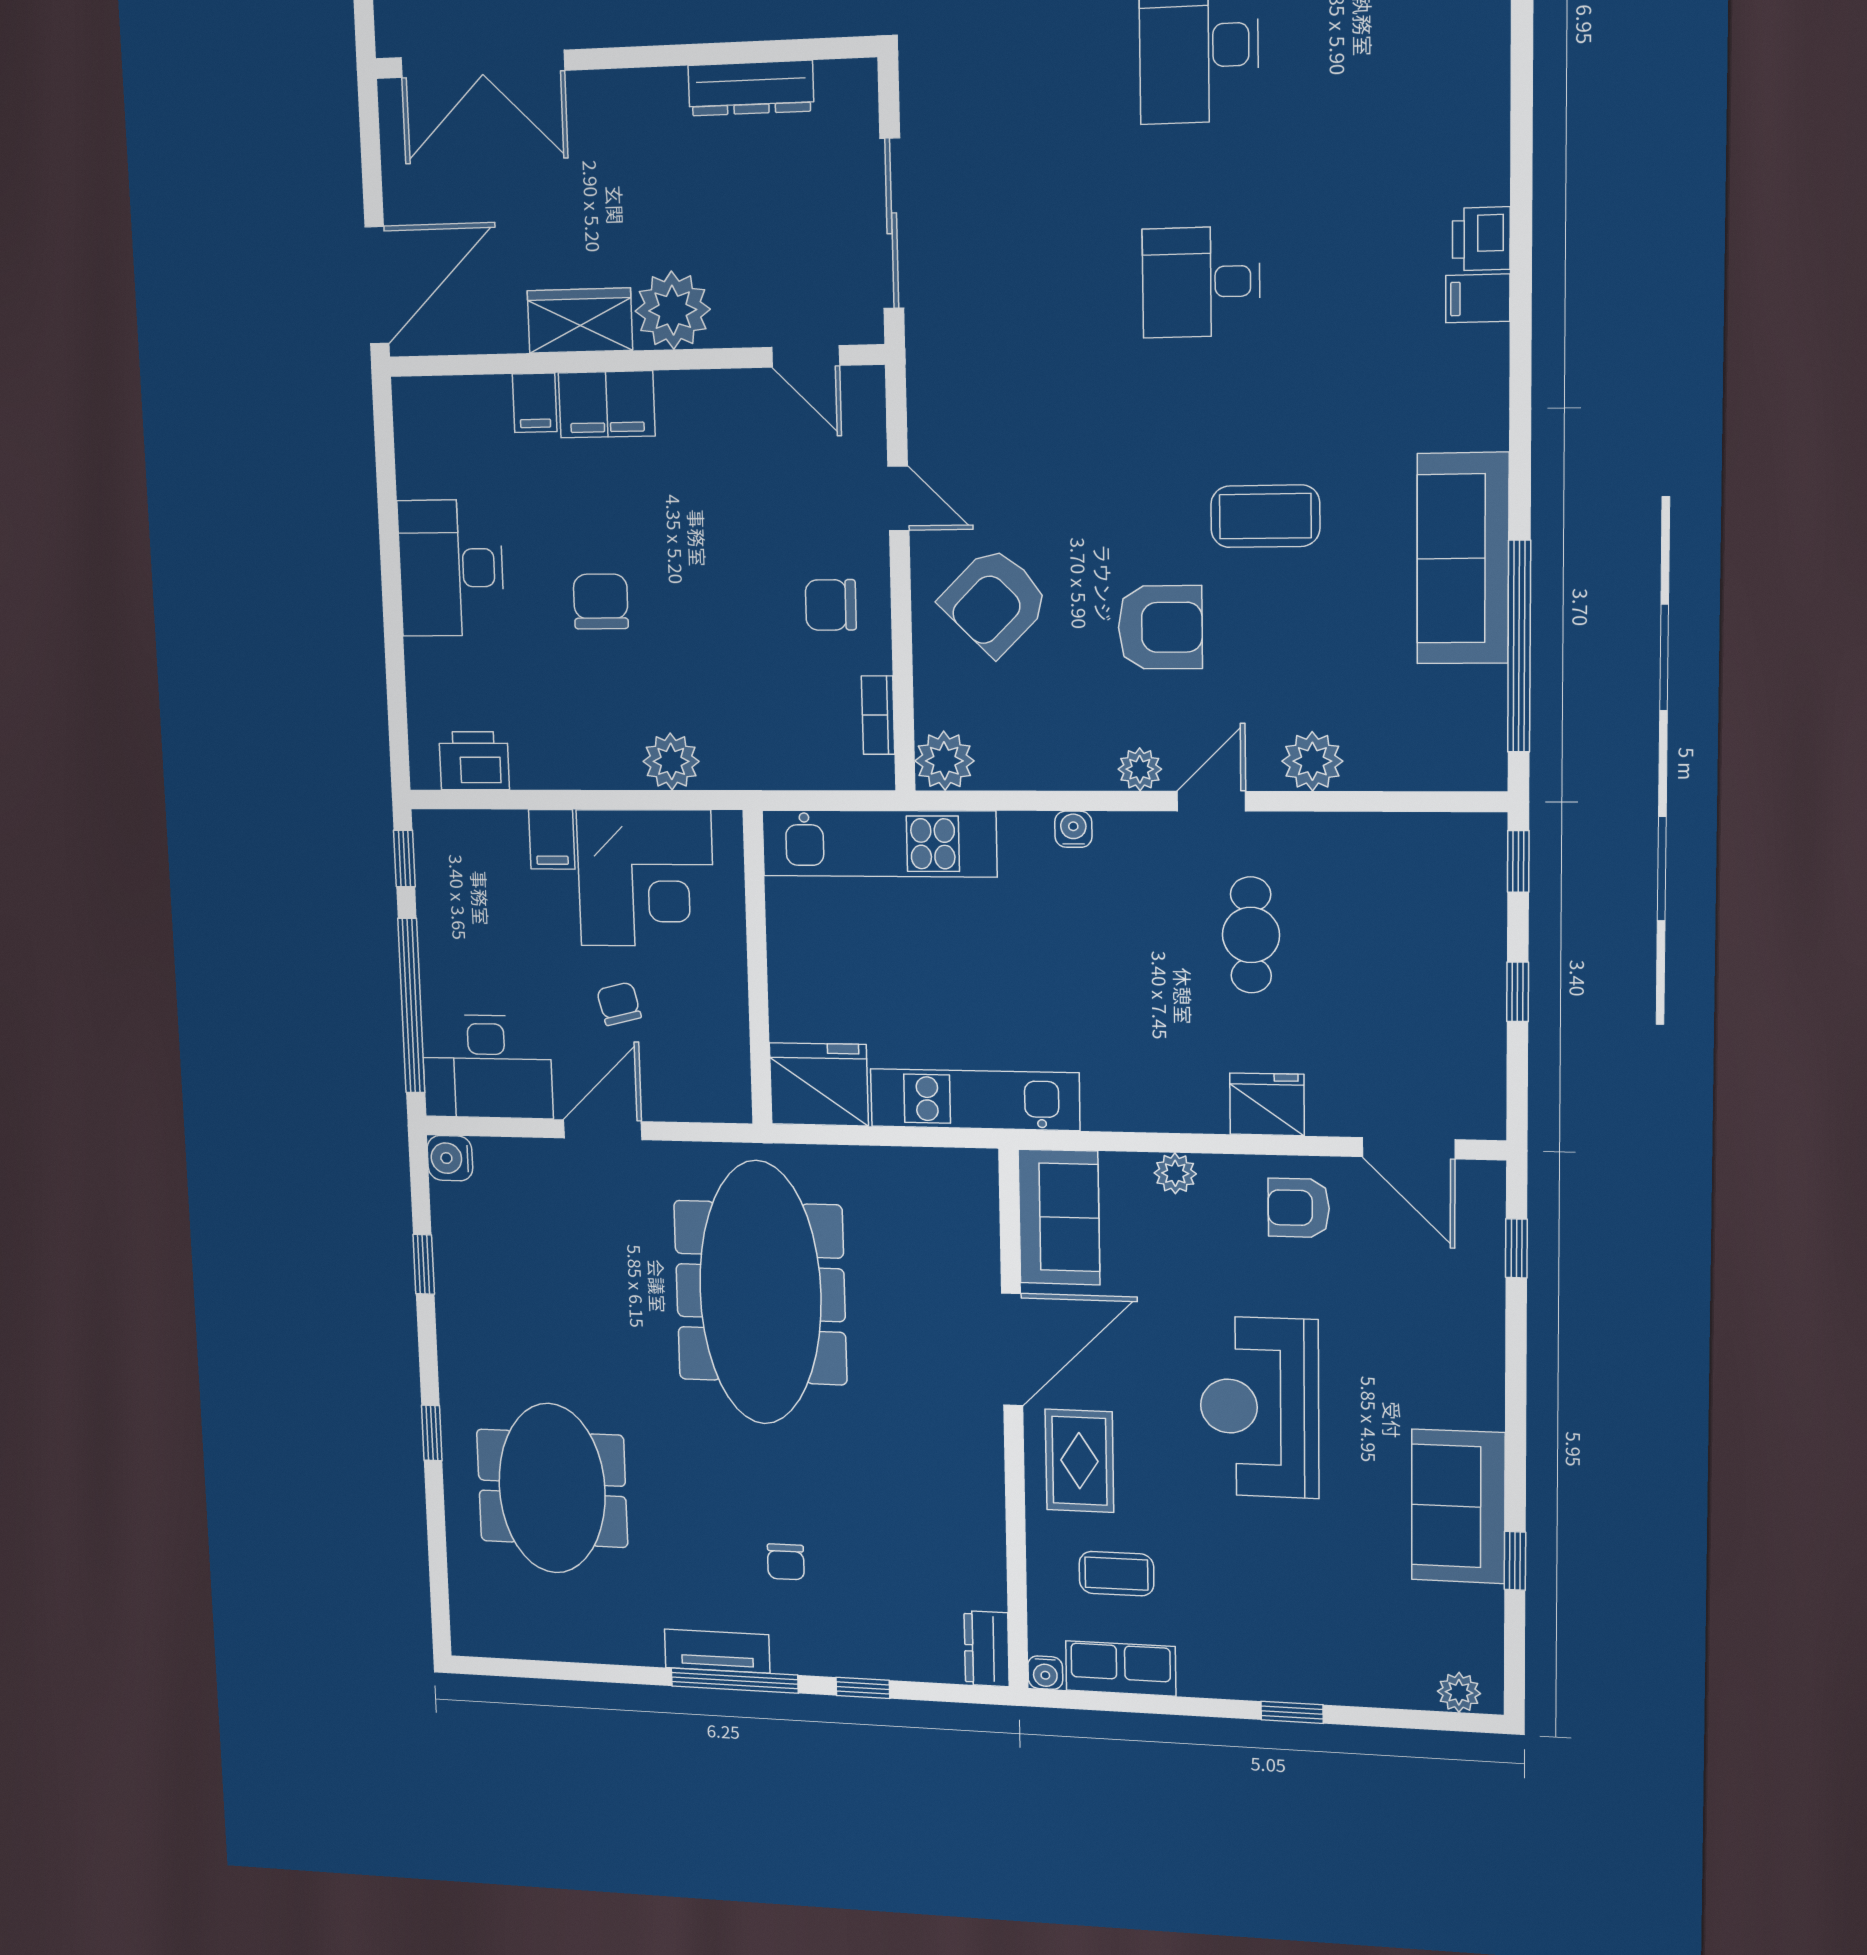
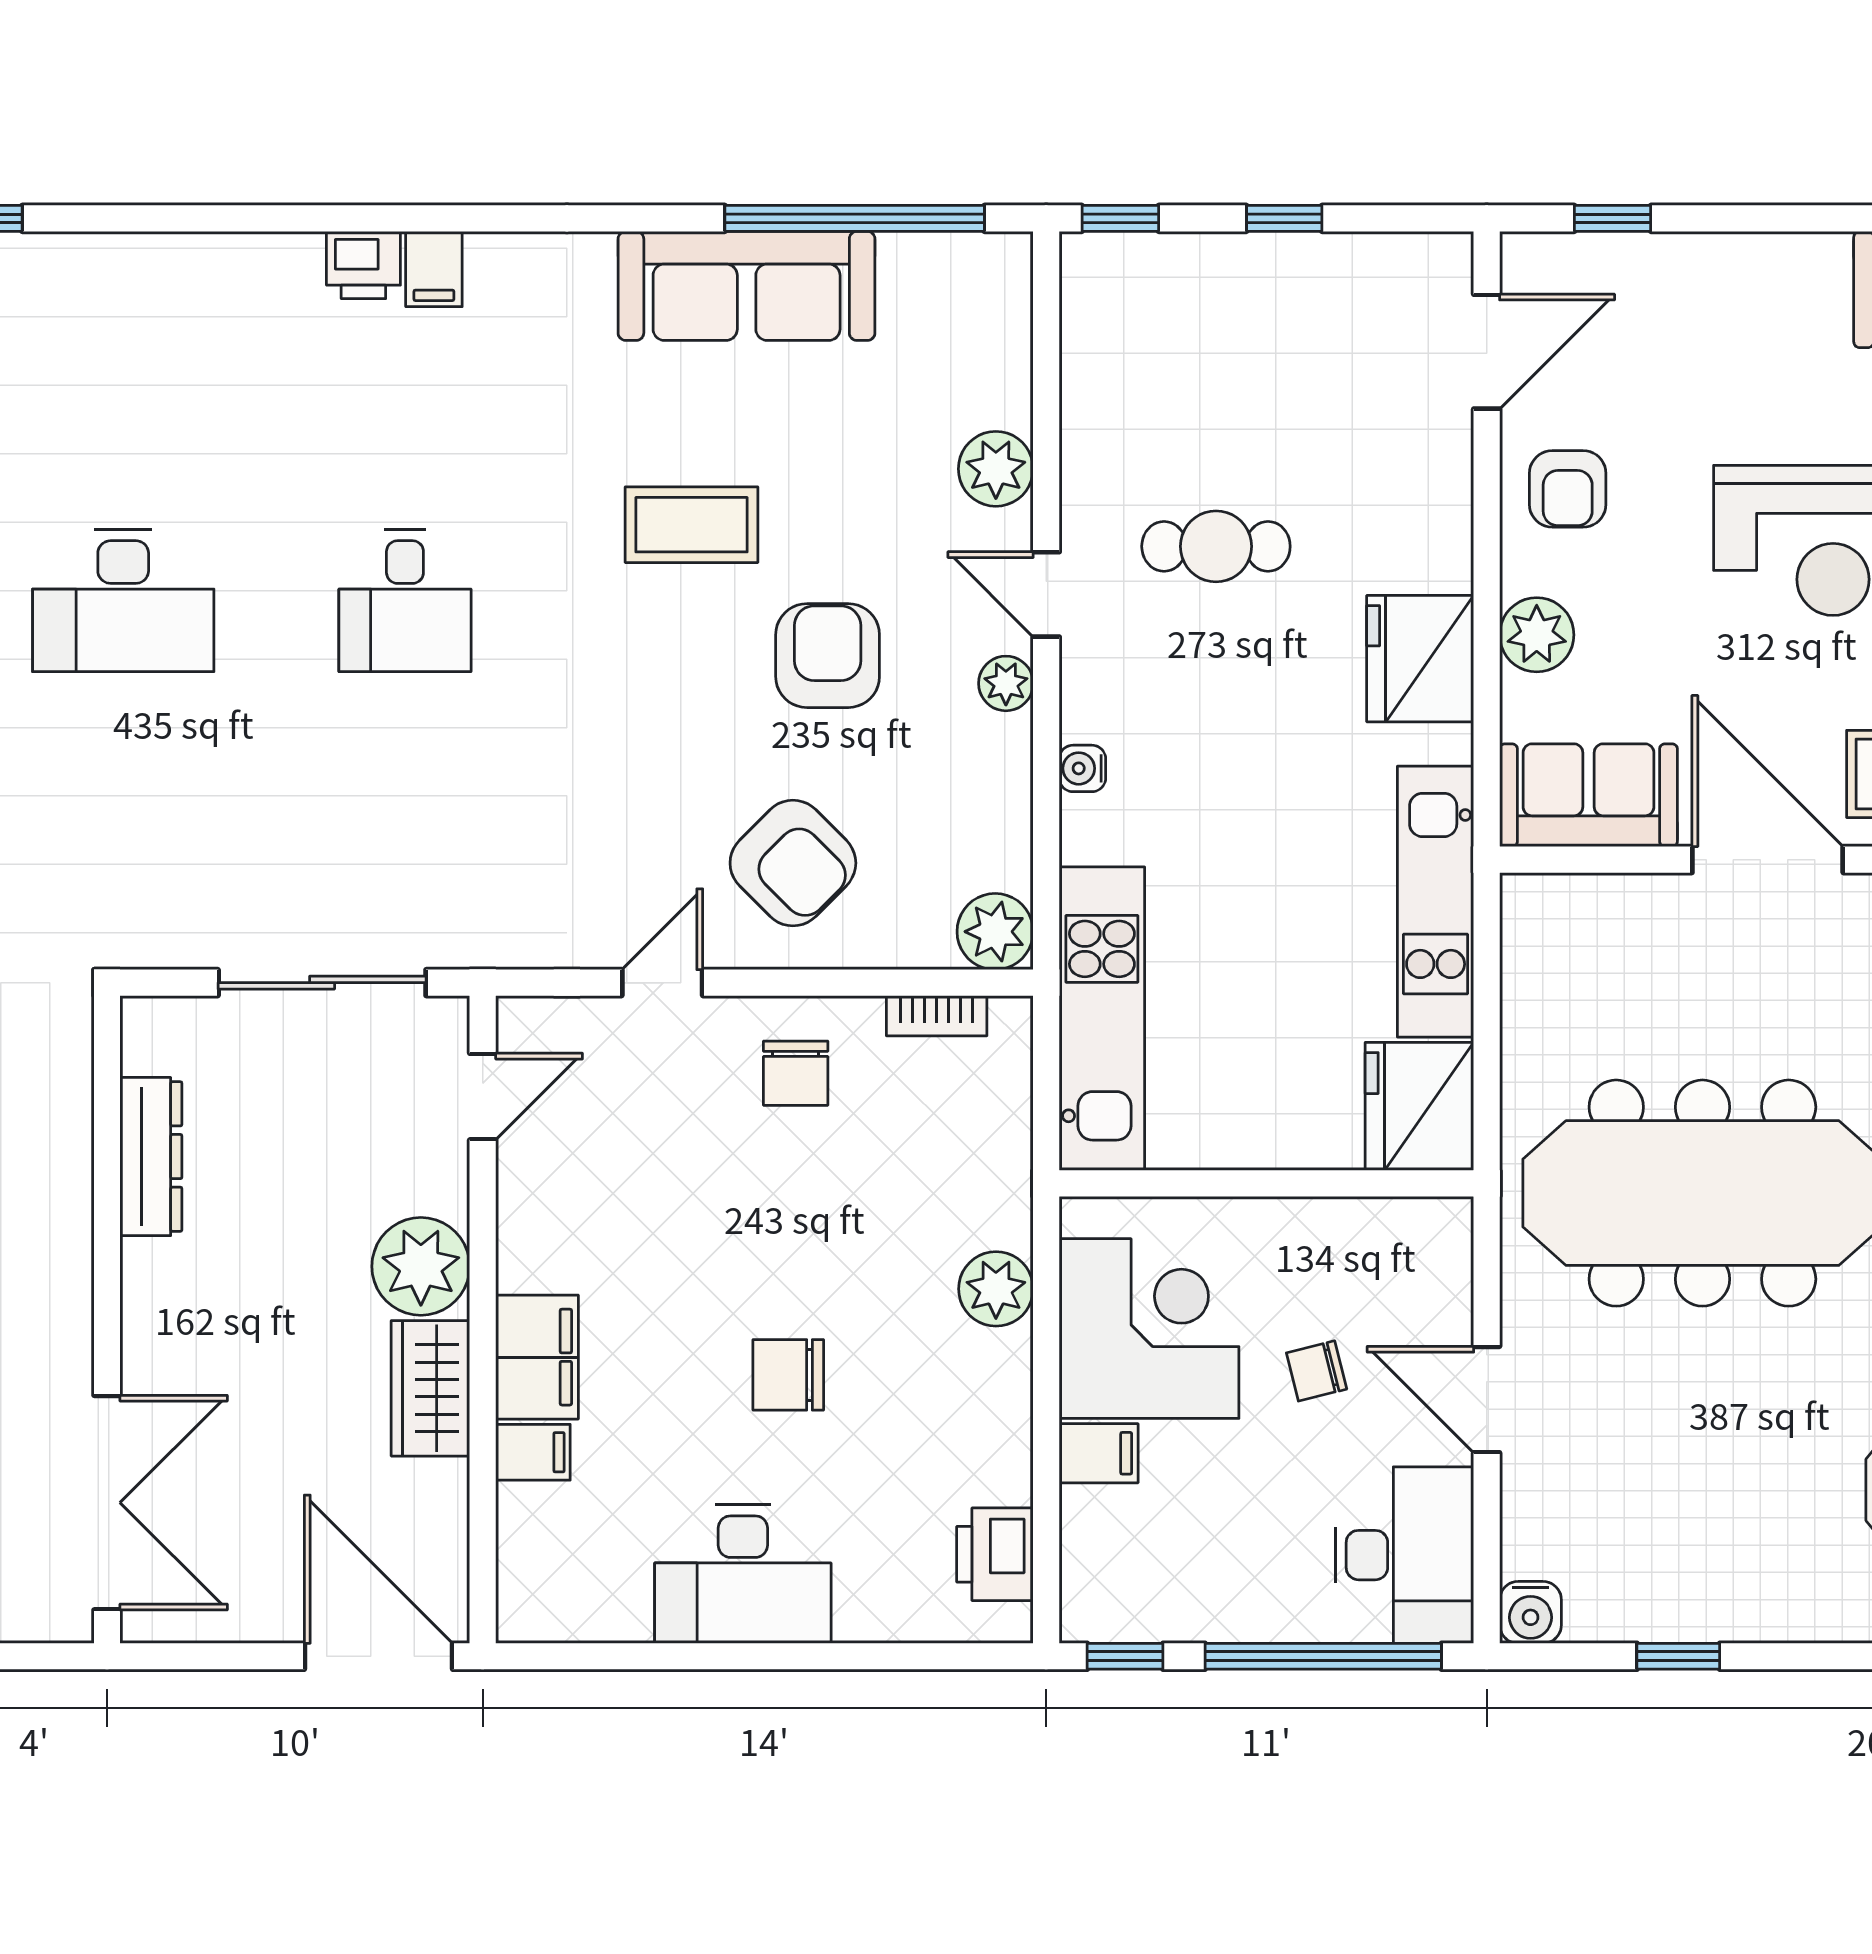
coffee table: (1265, 516) -> (692, 525), turned 90
fridge: (1267, 1104) -> (1420, 659), moved, width x1.36, depth x1.34
plant: (1175, 1173) -> (1537, 635), width x1.38, depth x1.38

